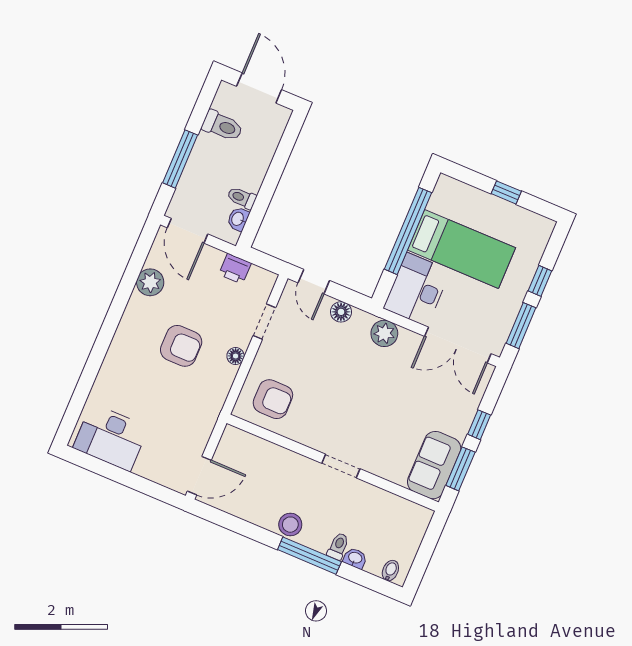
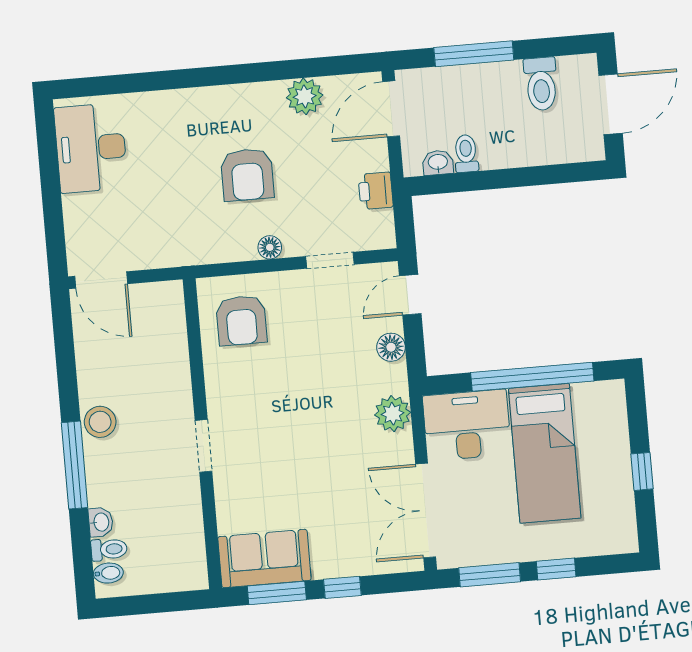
toilet: (338, 546) -> (109, 549), moved

